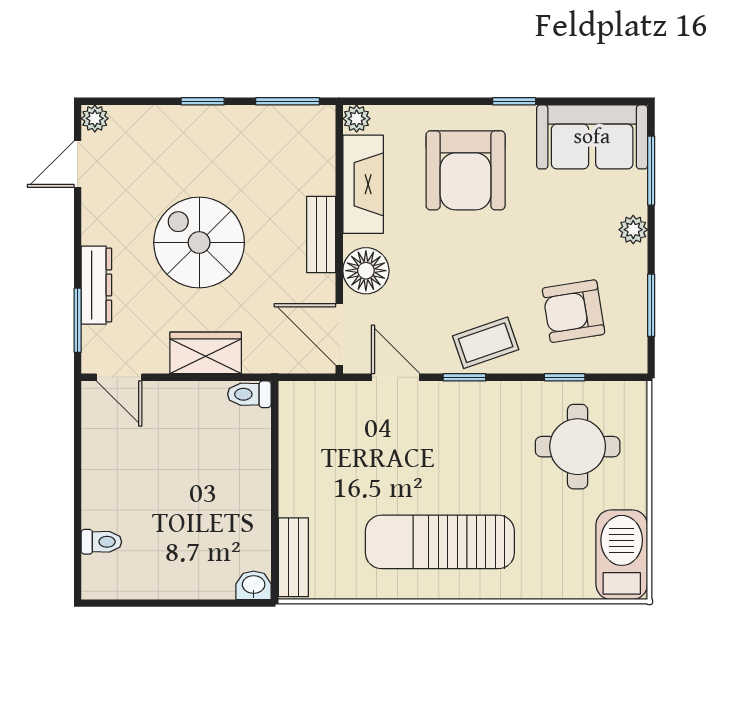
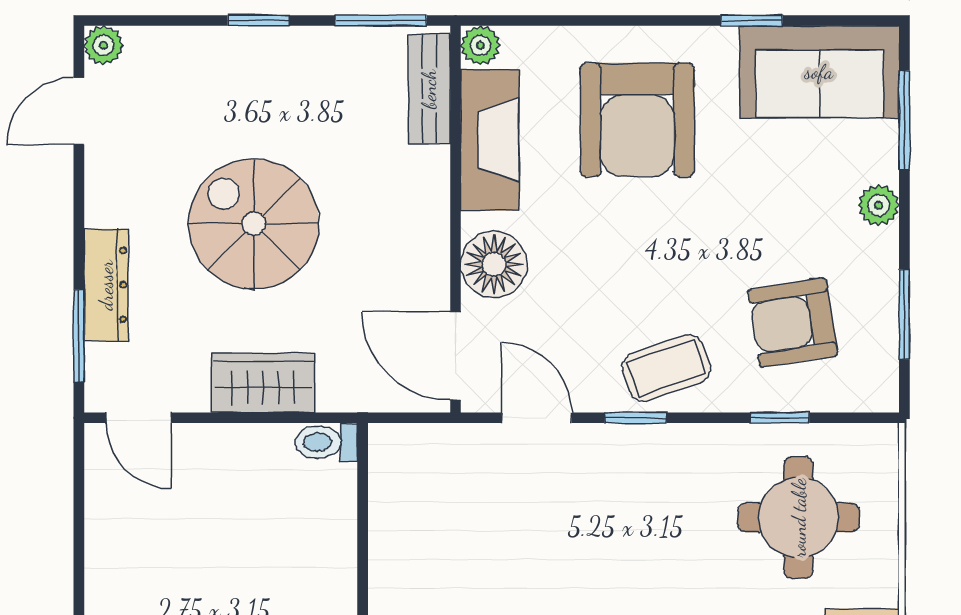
window: (514, 101) -> (752, 21), moved
bench: (321, 235) -> (429, 89), moved

